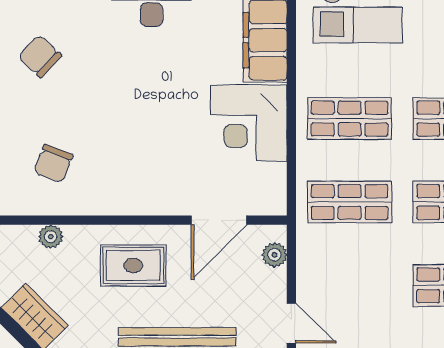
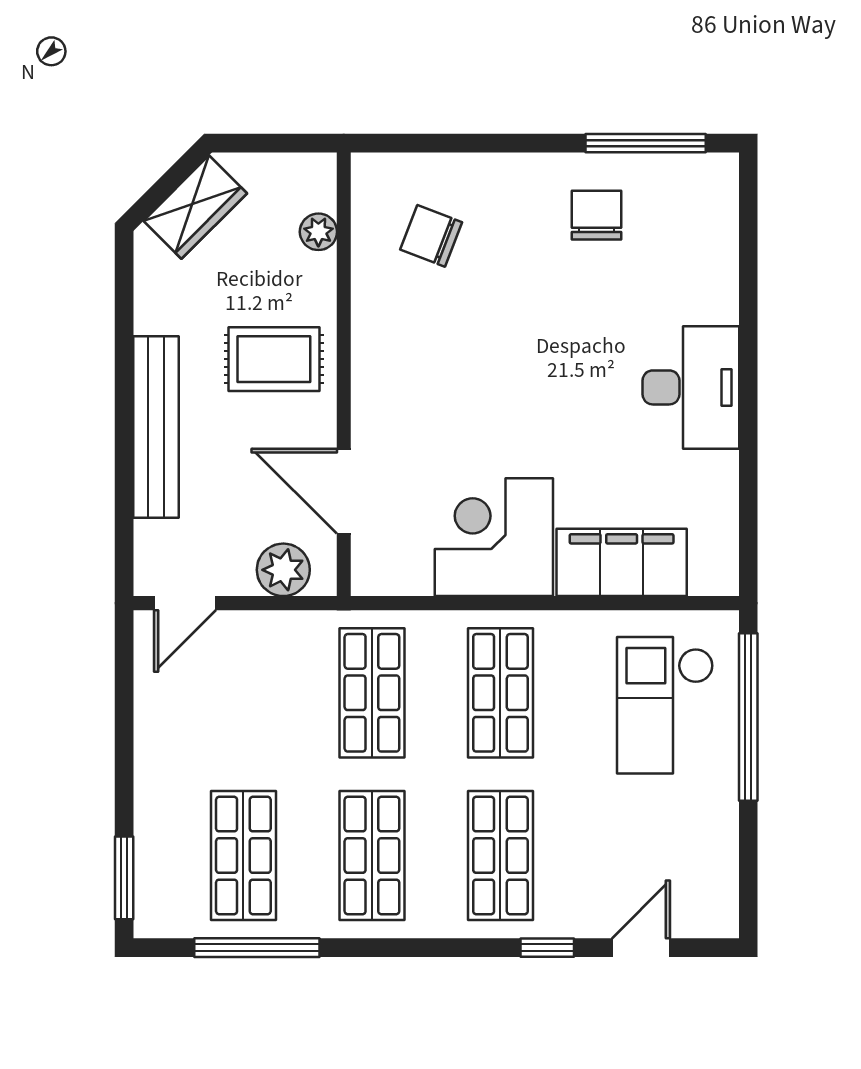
chair: (40, 56) -> (597, 215), turned -43
plant: (274, 255) -> (283, 570), width x1.38, depth x1.38
rug: (133, 265) -> (274, 359), turned 90

